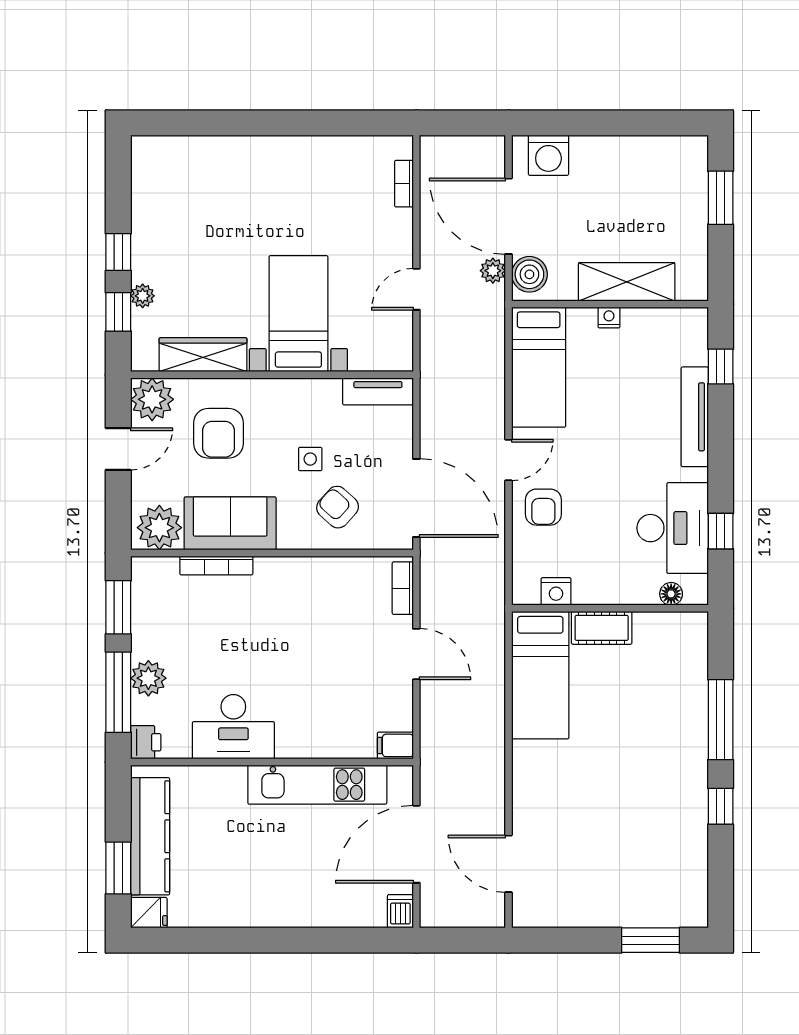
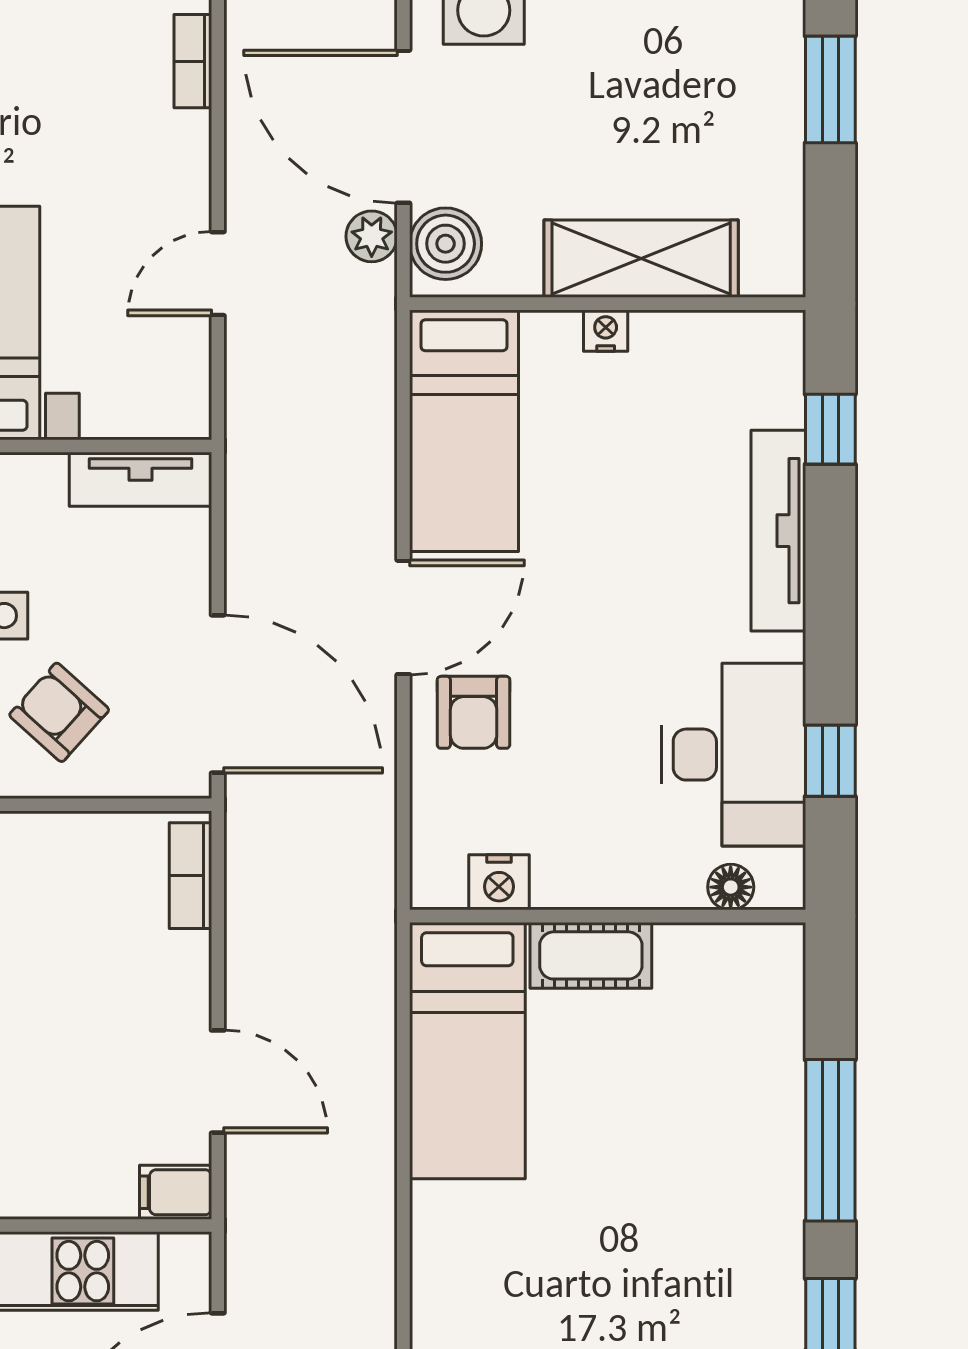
door: (509, 460) -> (403, 617), width x1.38
door: (416, 654) -> (218, 1082), moved

